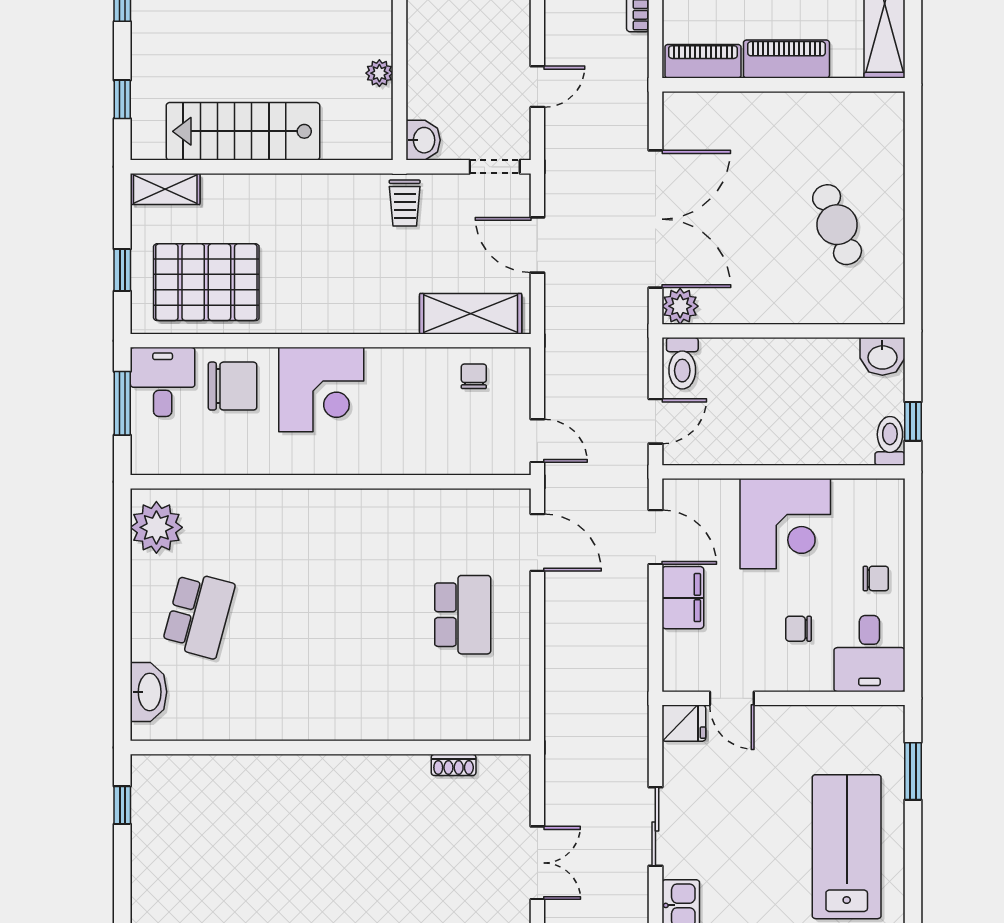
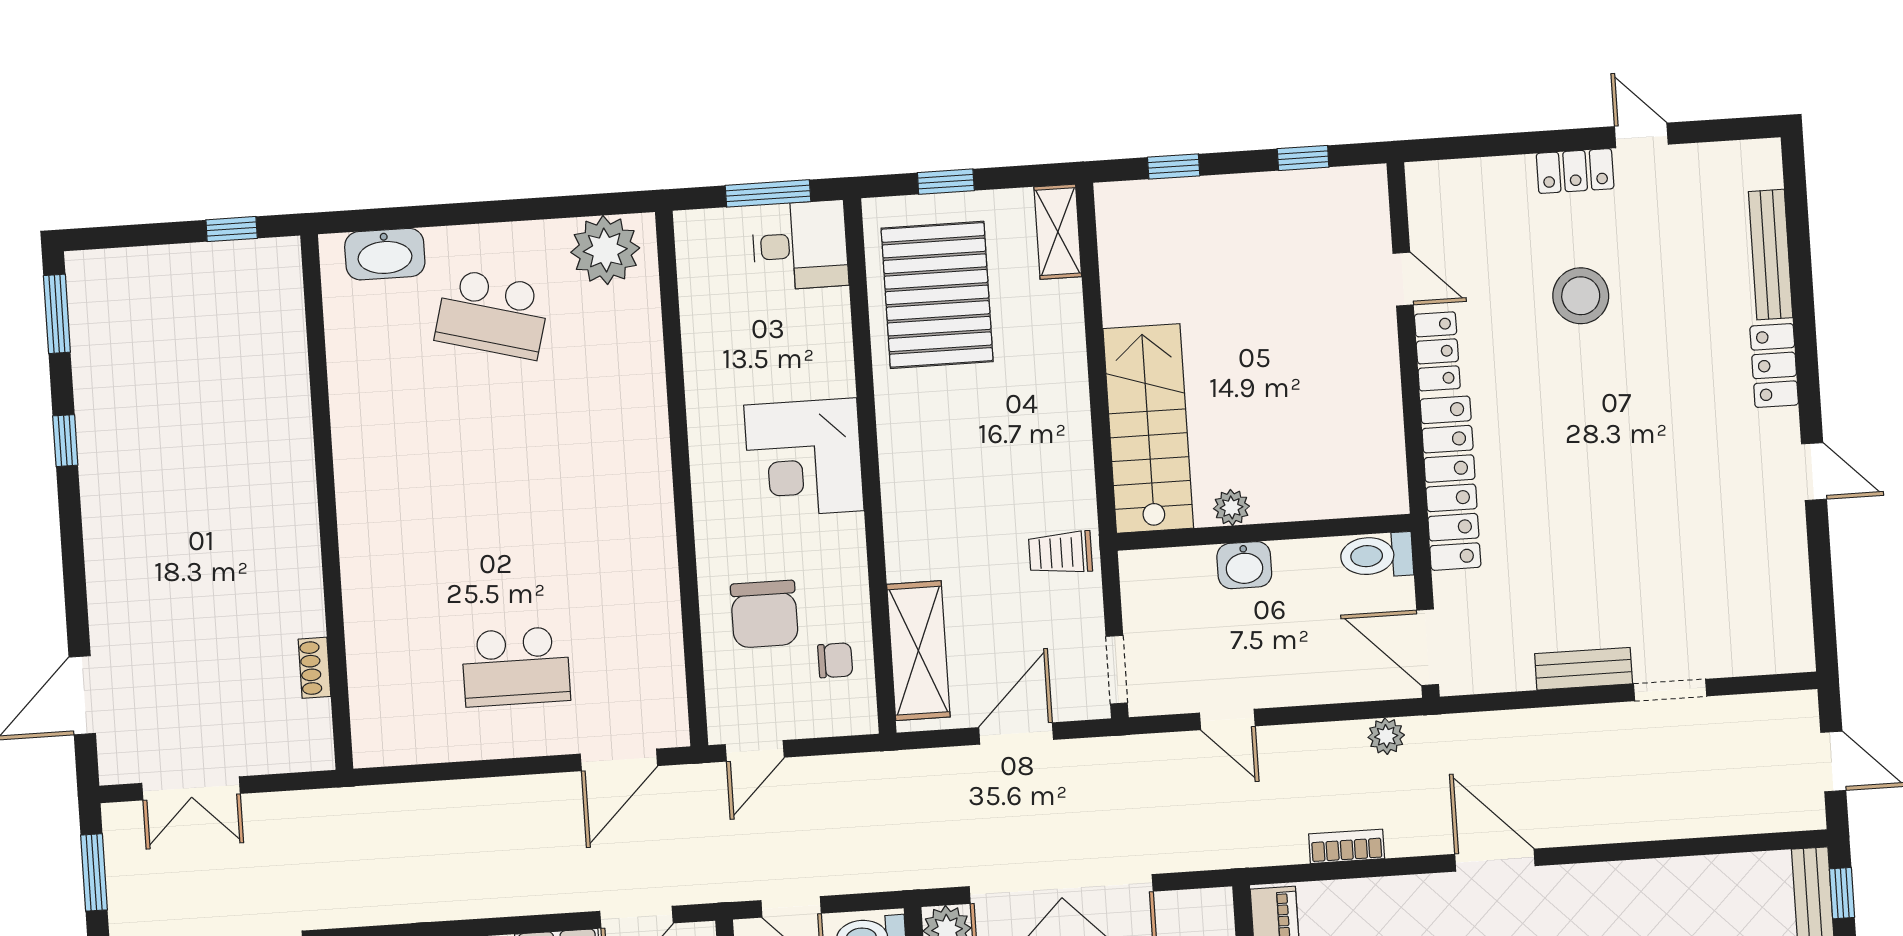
stairs: (243, 131) -> (1148, 428), moved
washbasin: (423, 140) -> (1244, 565), moved
chair: (233, 386) -> (764, 614), moved

